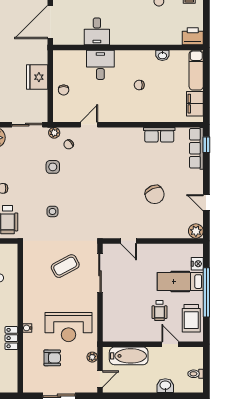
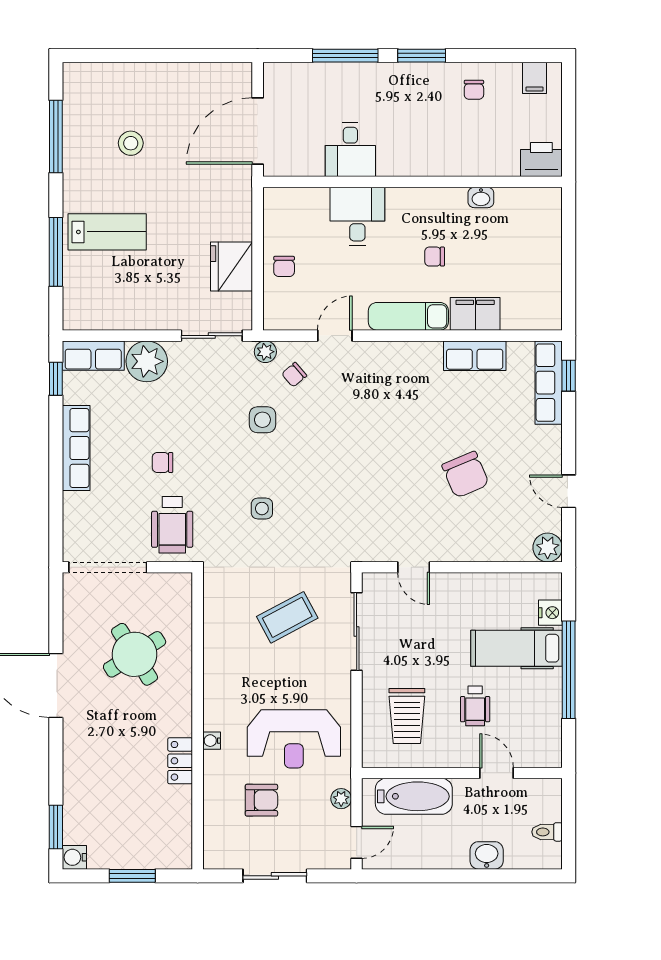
exam couch: (196, 70) -> (408, 316), moved, turned 90
fridge: (37, 77) -> (231, 266), moved
filing cabinet: (195, 104) -> (475, 314), moved, turned 90
trolley: (191, 318) -> (407, 716), moved

